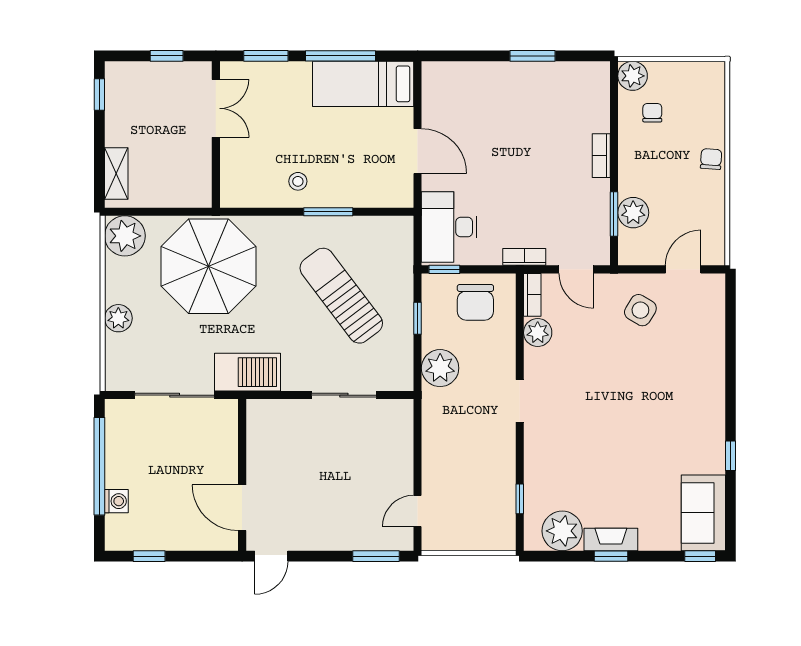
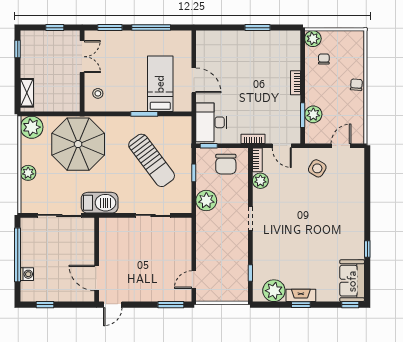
bed: (363, 84) -> (160, 84), moved, turned 90
stool: (298, 181) -> (98, 93), moved
sun lounger: (341, 296) -> (152, 160), turned 180

